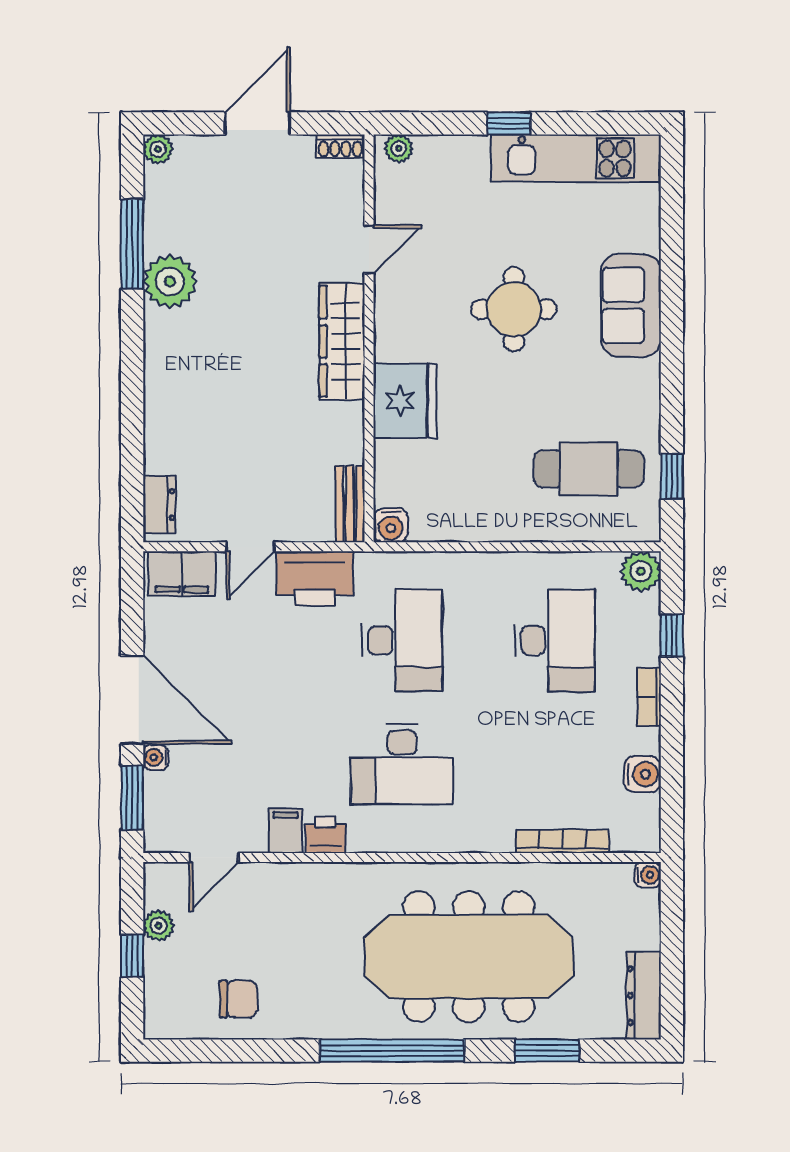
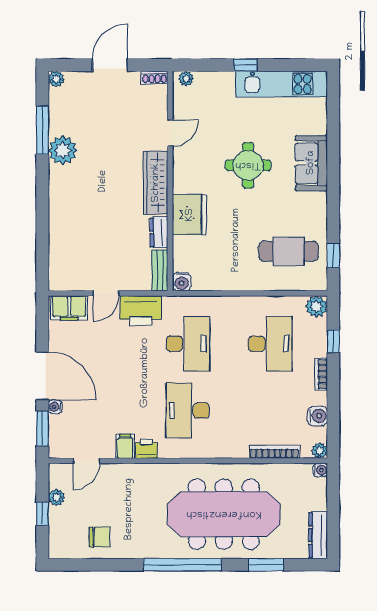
dresser: (159, 505) -> (159, 232), moved, turned 180
desk: (402, 764) -> (188, 410), turned 90
plant: (646, 839) -> (320, 451), added

